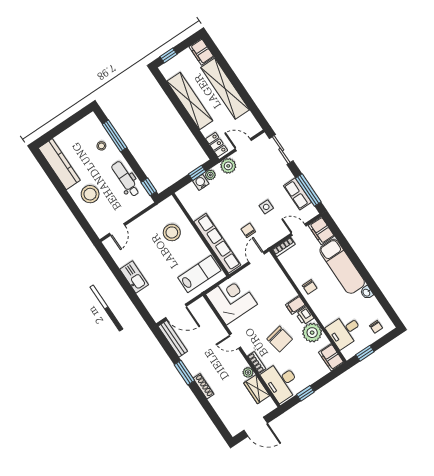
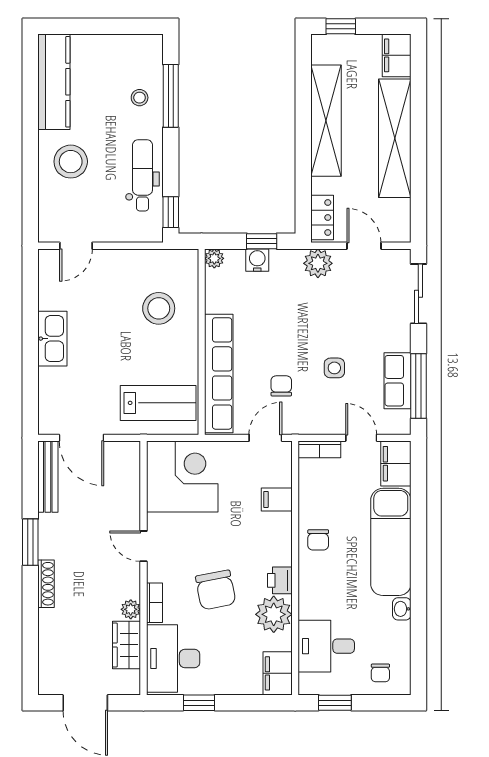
plant: (210, 175) -> (214, 258), moved
filing cabinet: (296, 305) -> (277, 499), moved

